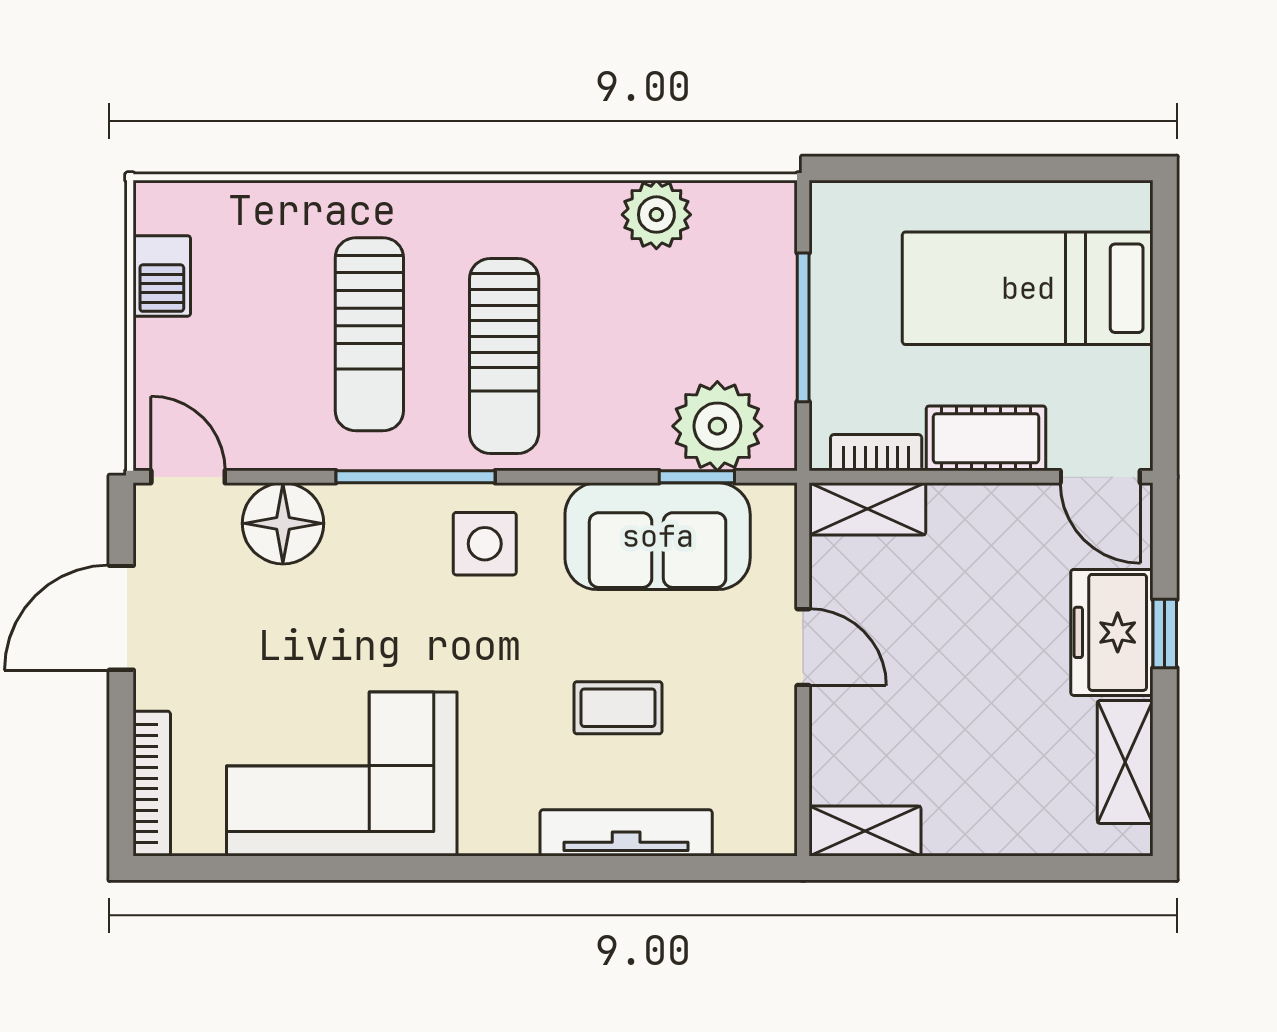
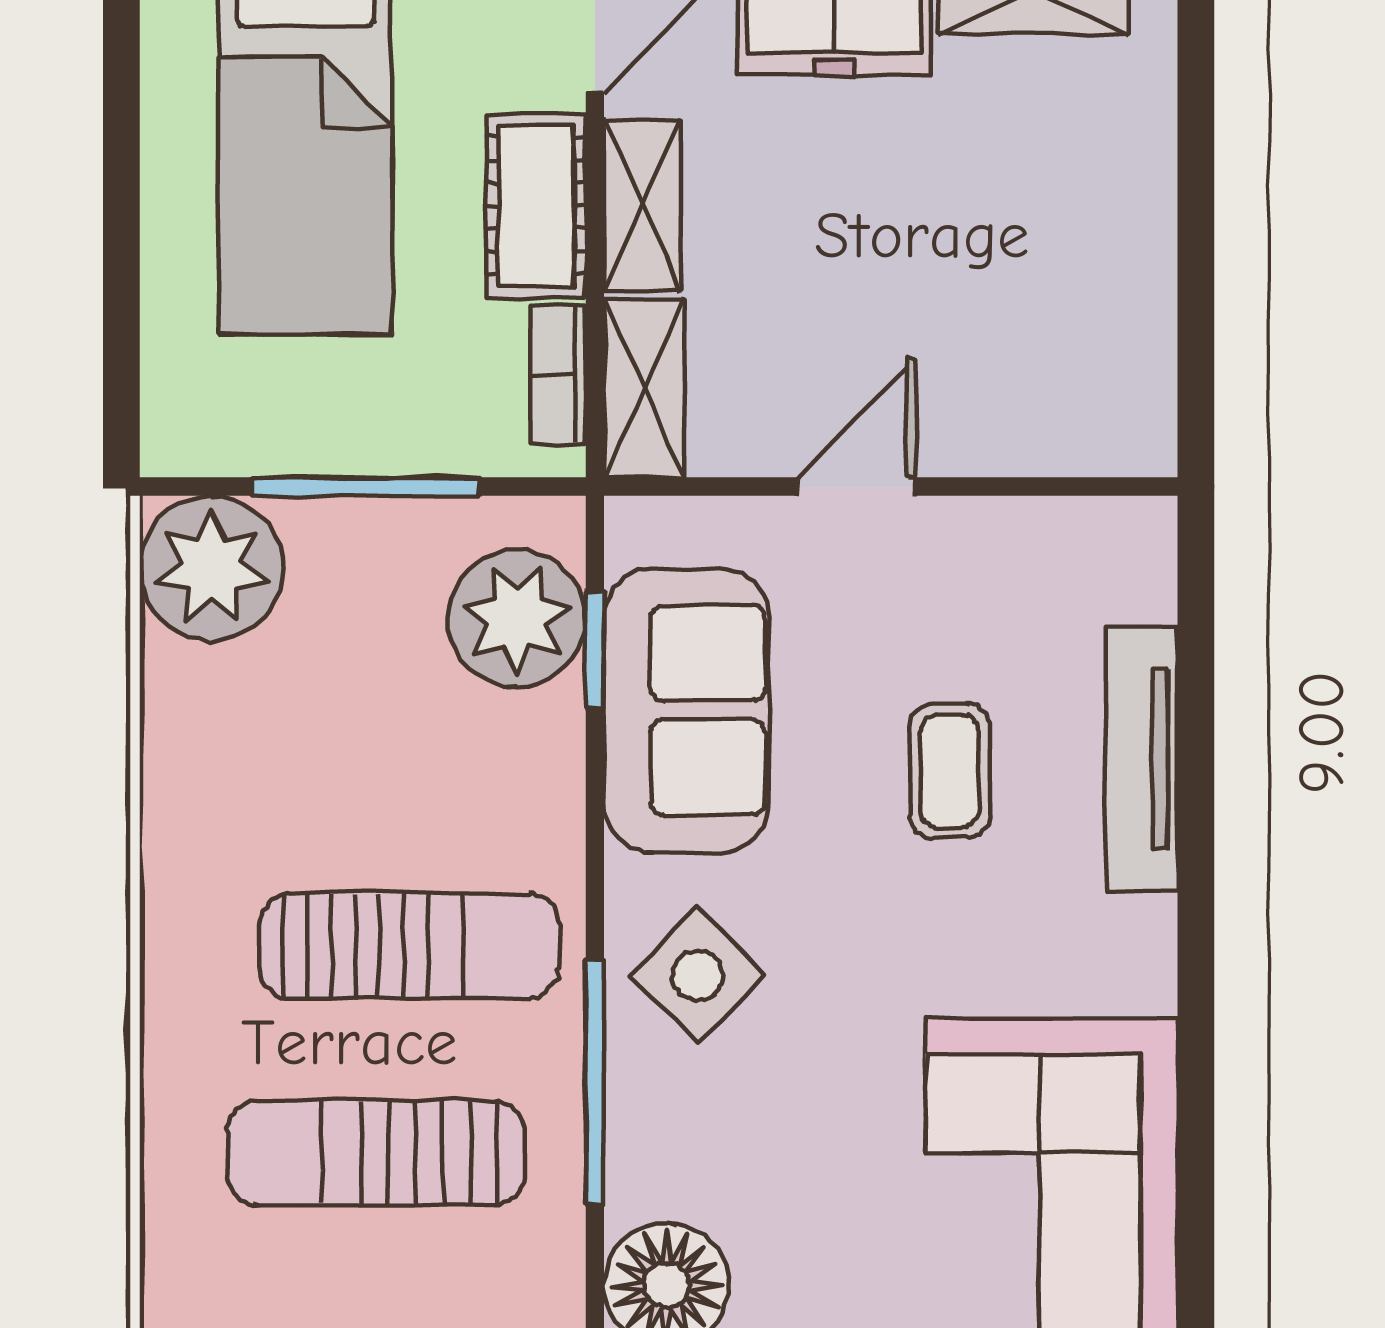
plant: (656, 215) -> (211, 569), moved, width x1.36, depth x1.36
sun lounger: (369, 334) -> (376, 1153), turned 180
side table: (485, 544) -> (698, 976), turned 45
shelving: (865, 831) -> (643, 205), moved

